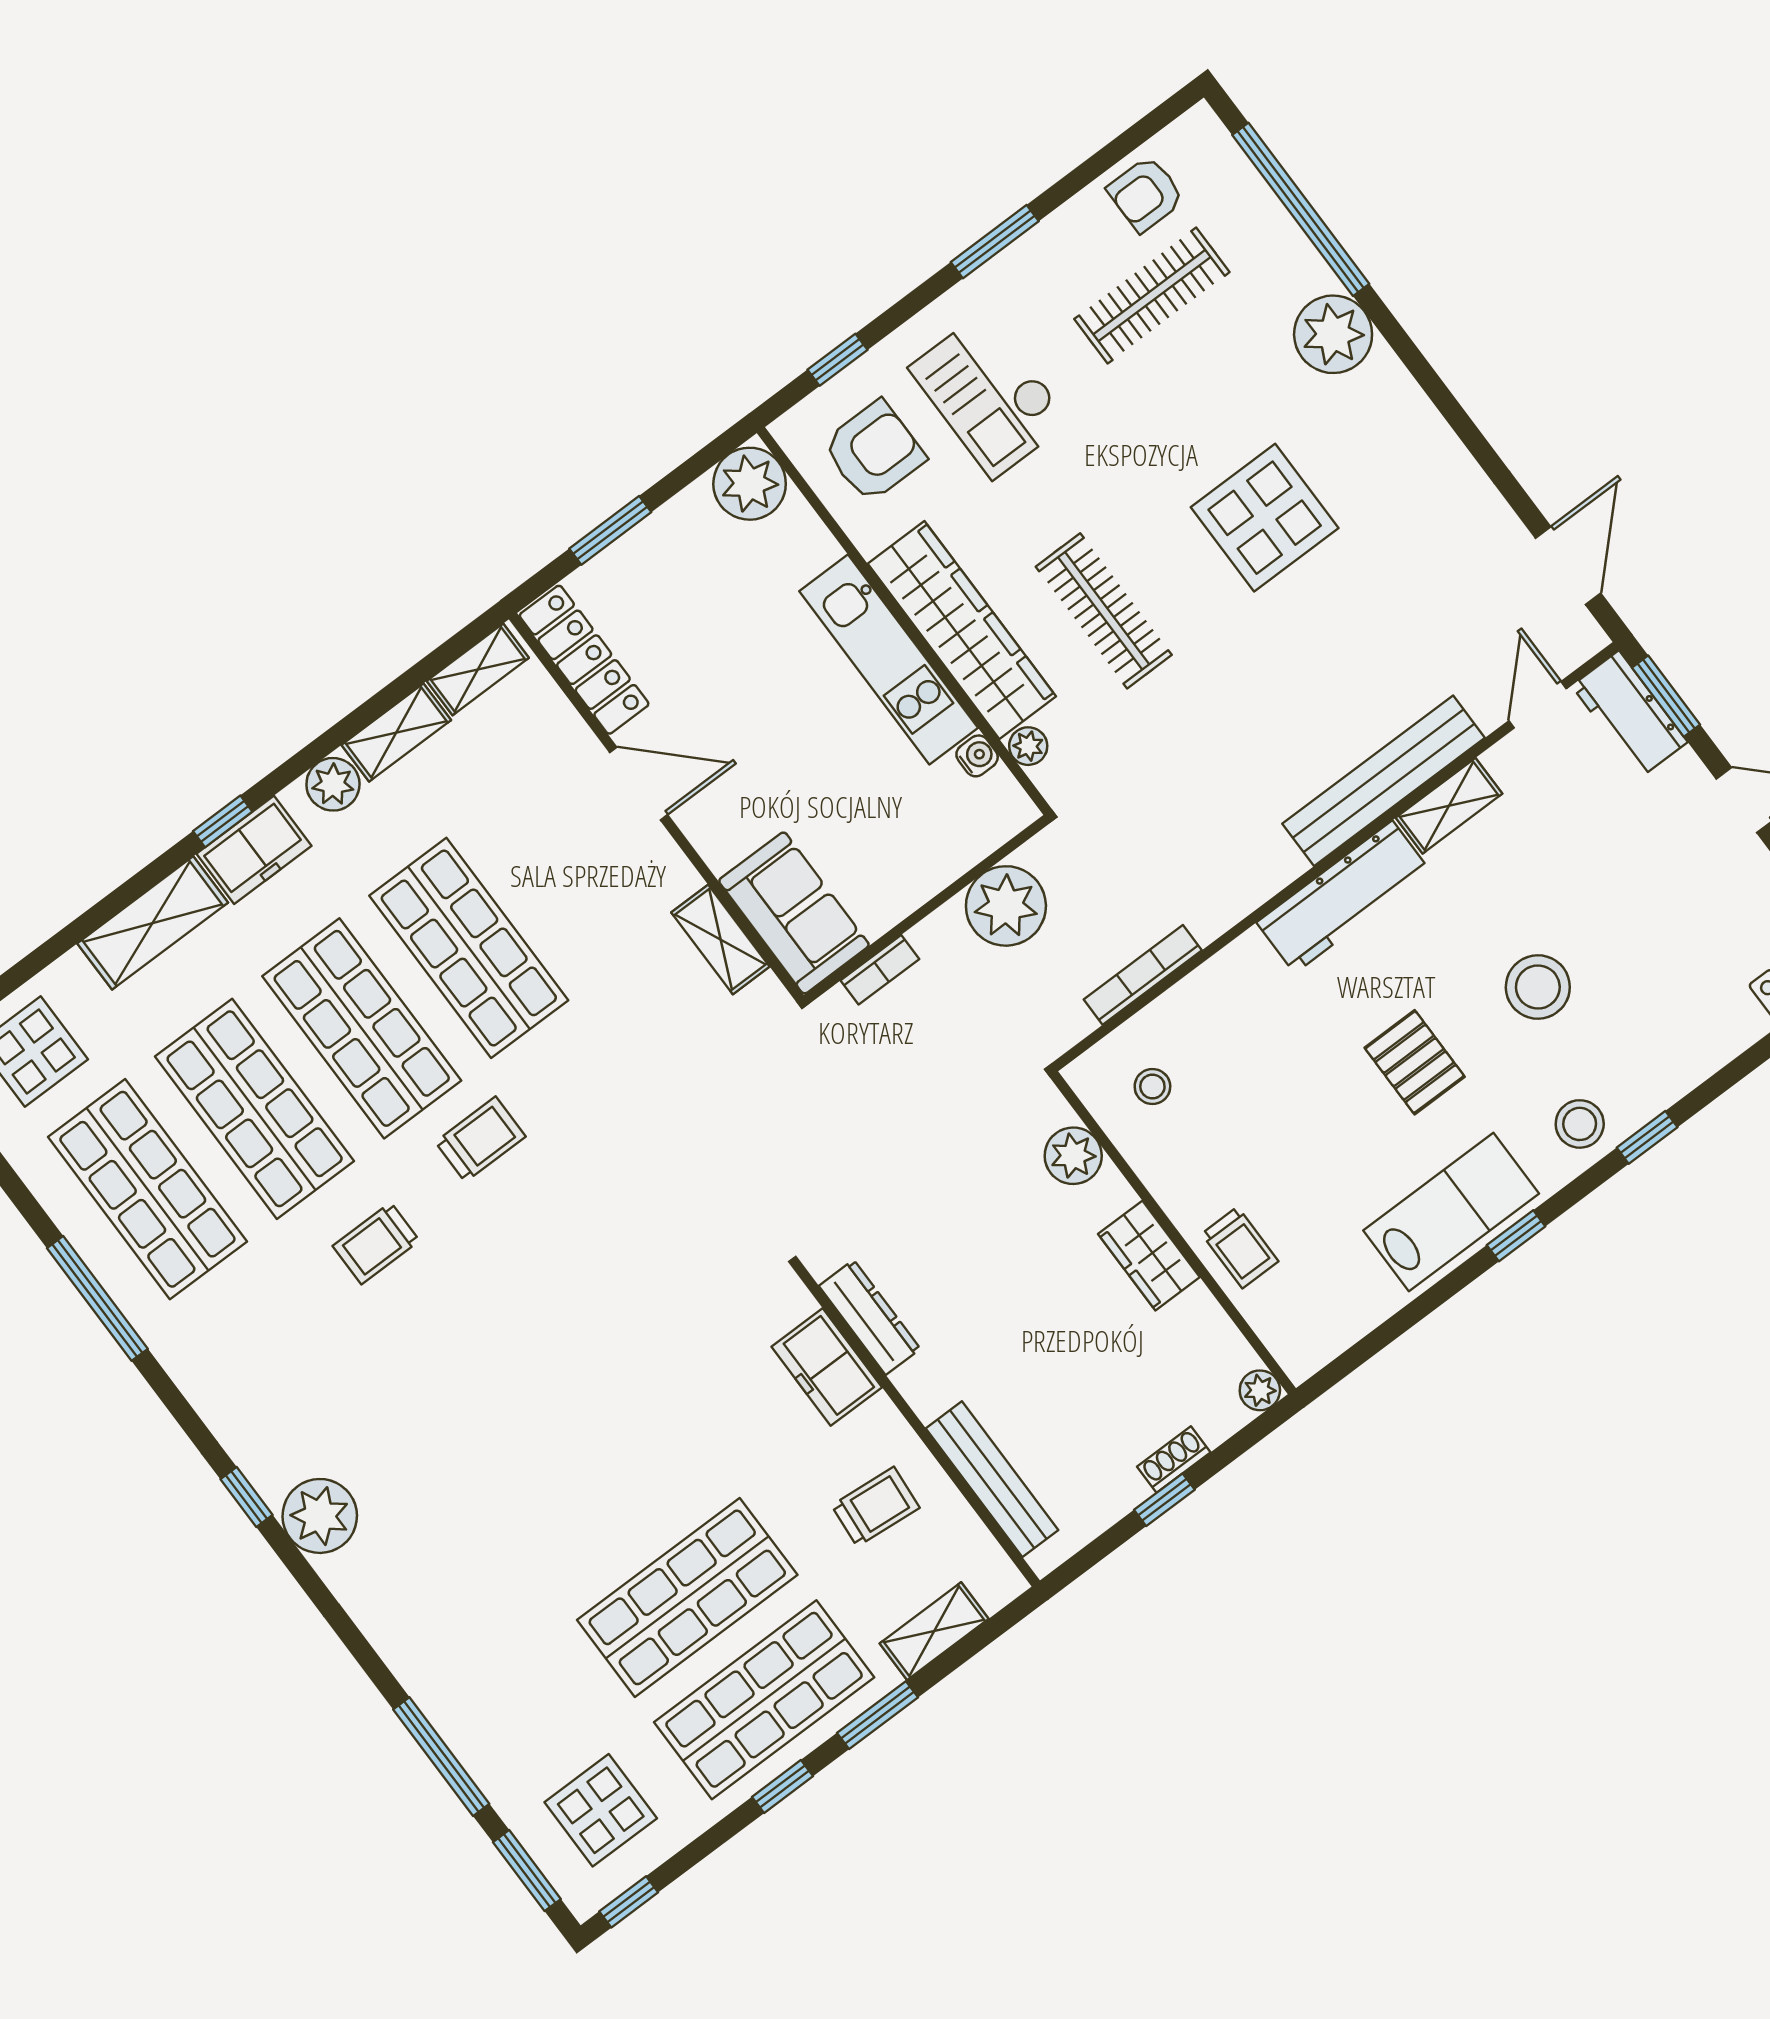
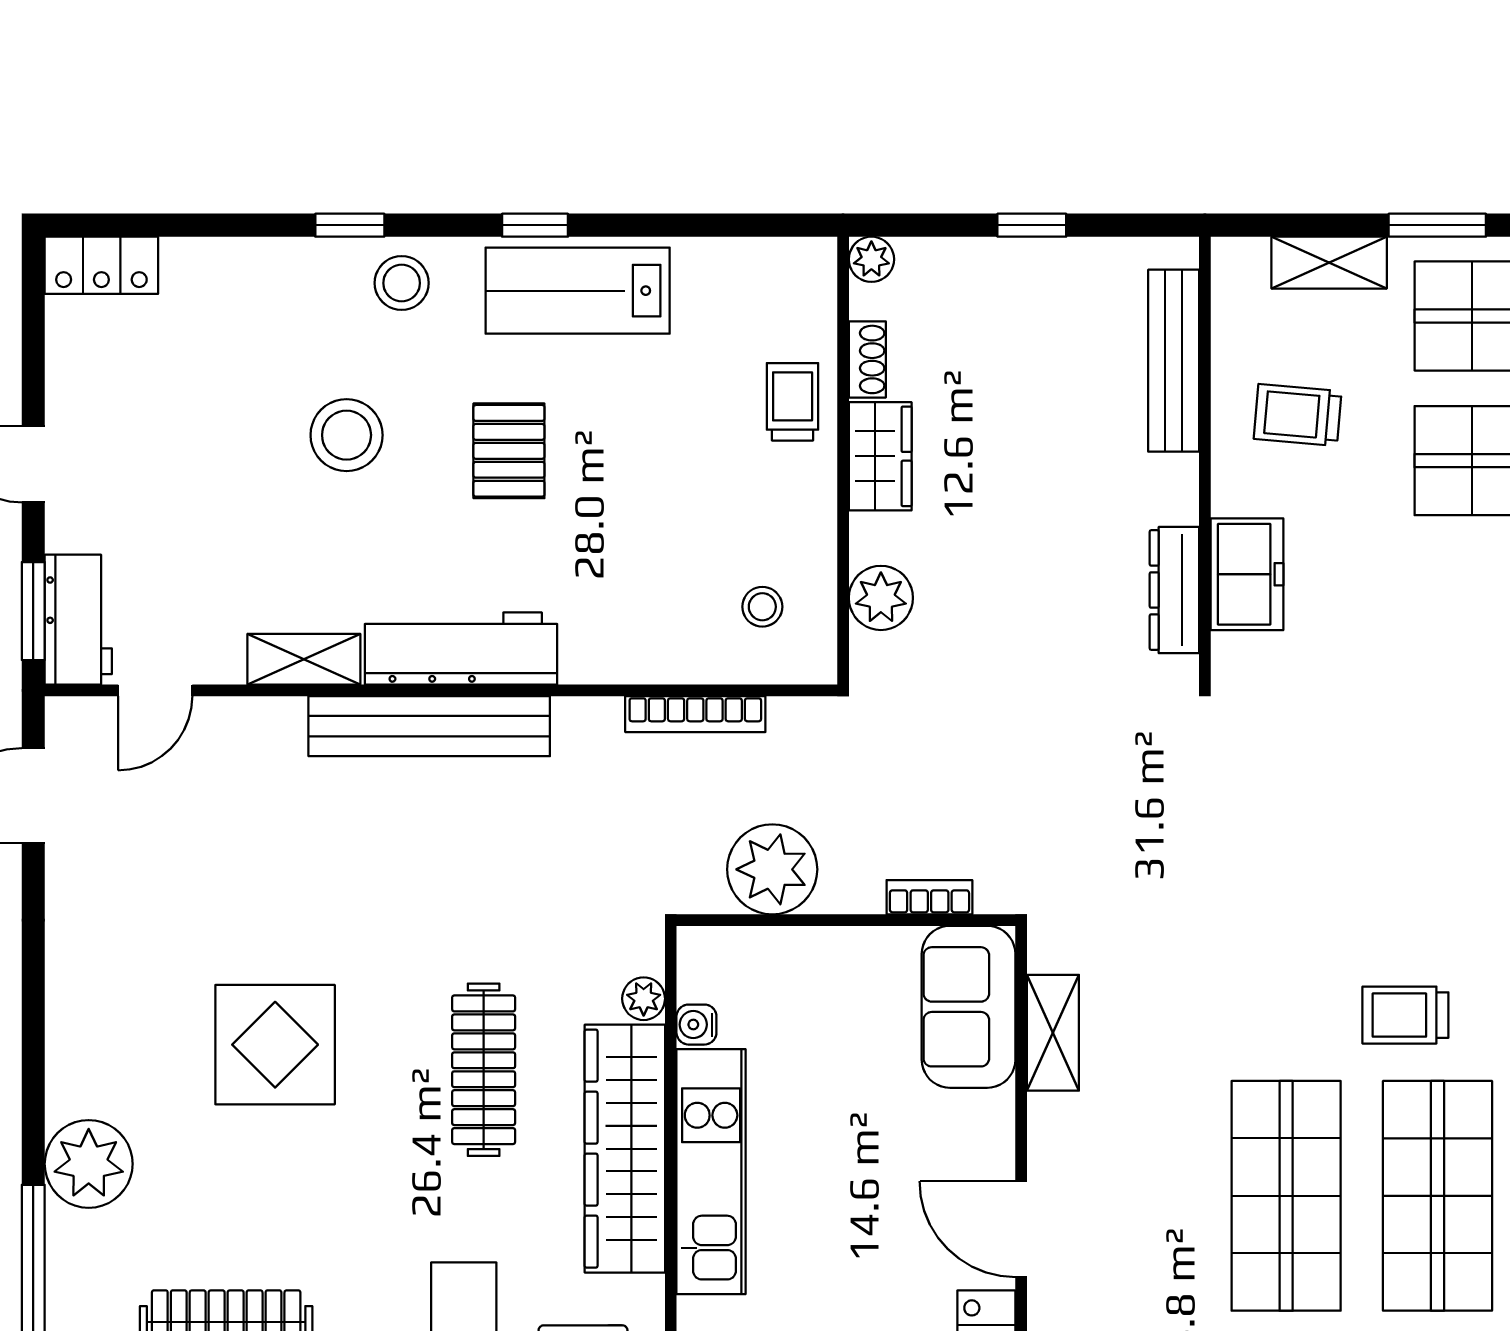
bench: (1384, 781) -> (429, 726), moved
shoe rack: (1174, 1459) -> (867, 359), moved, turned -90

